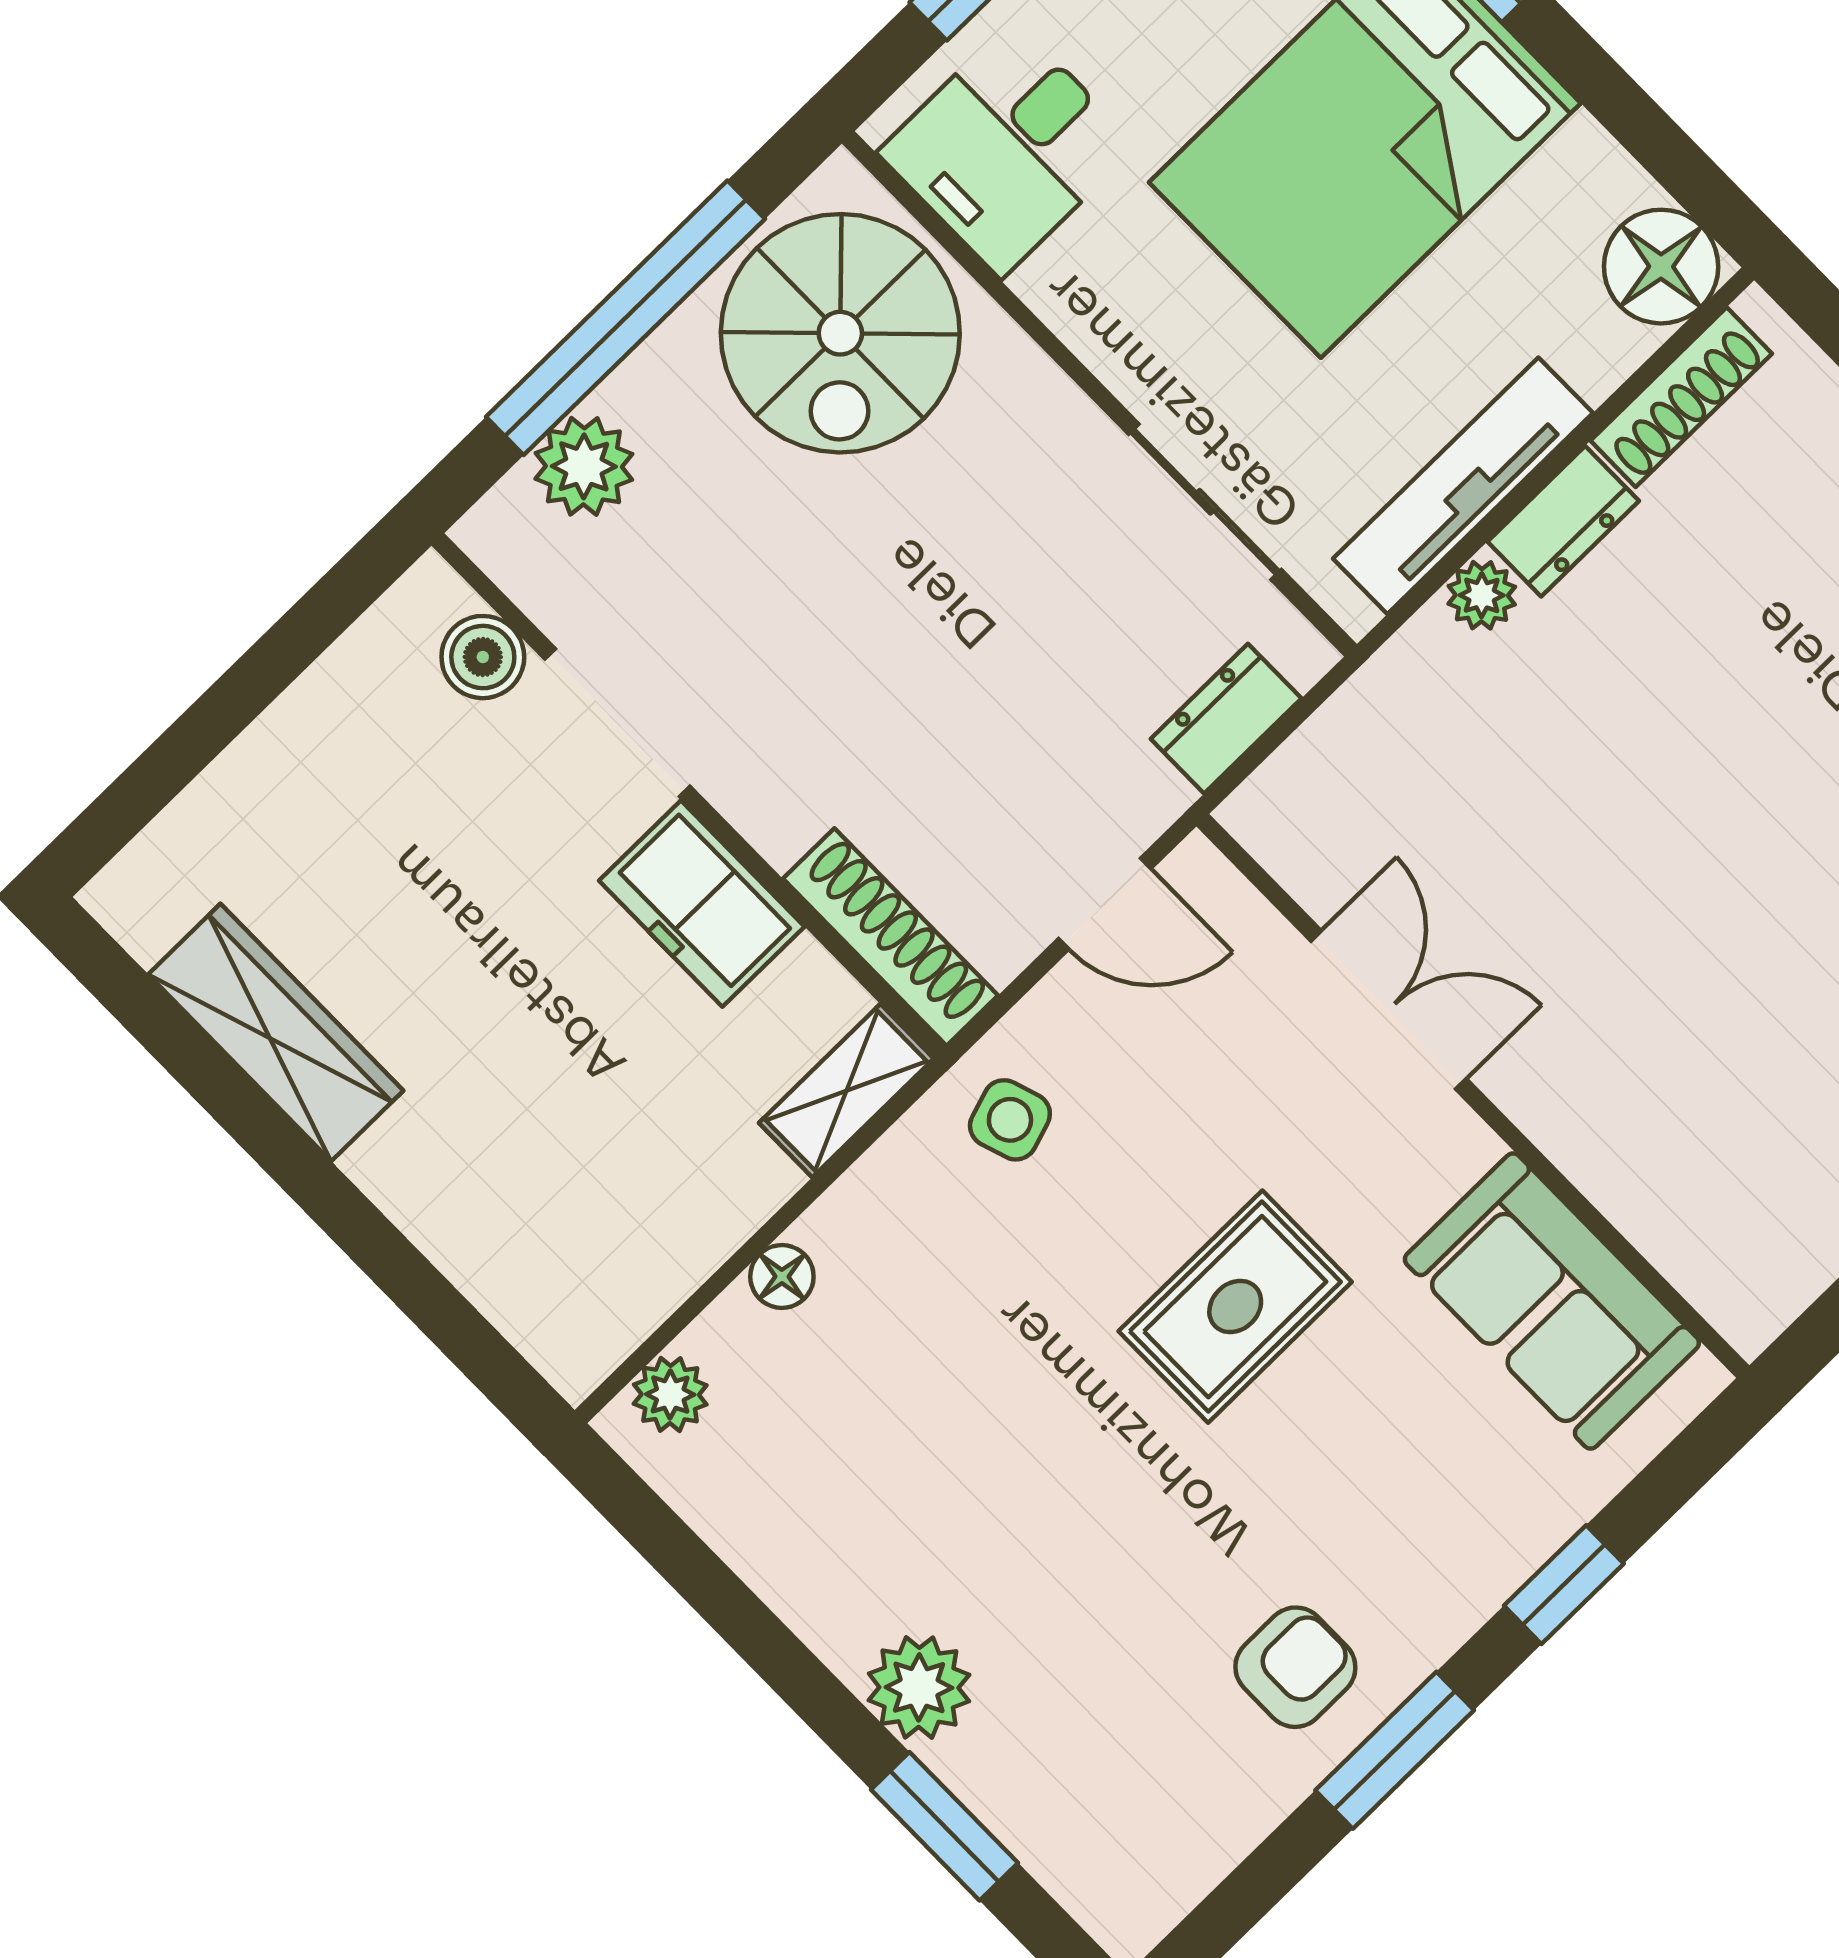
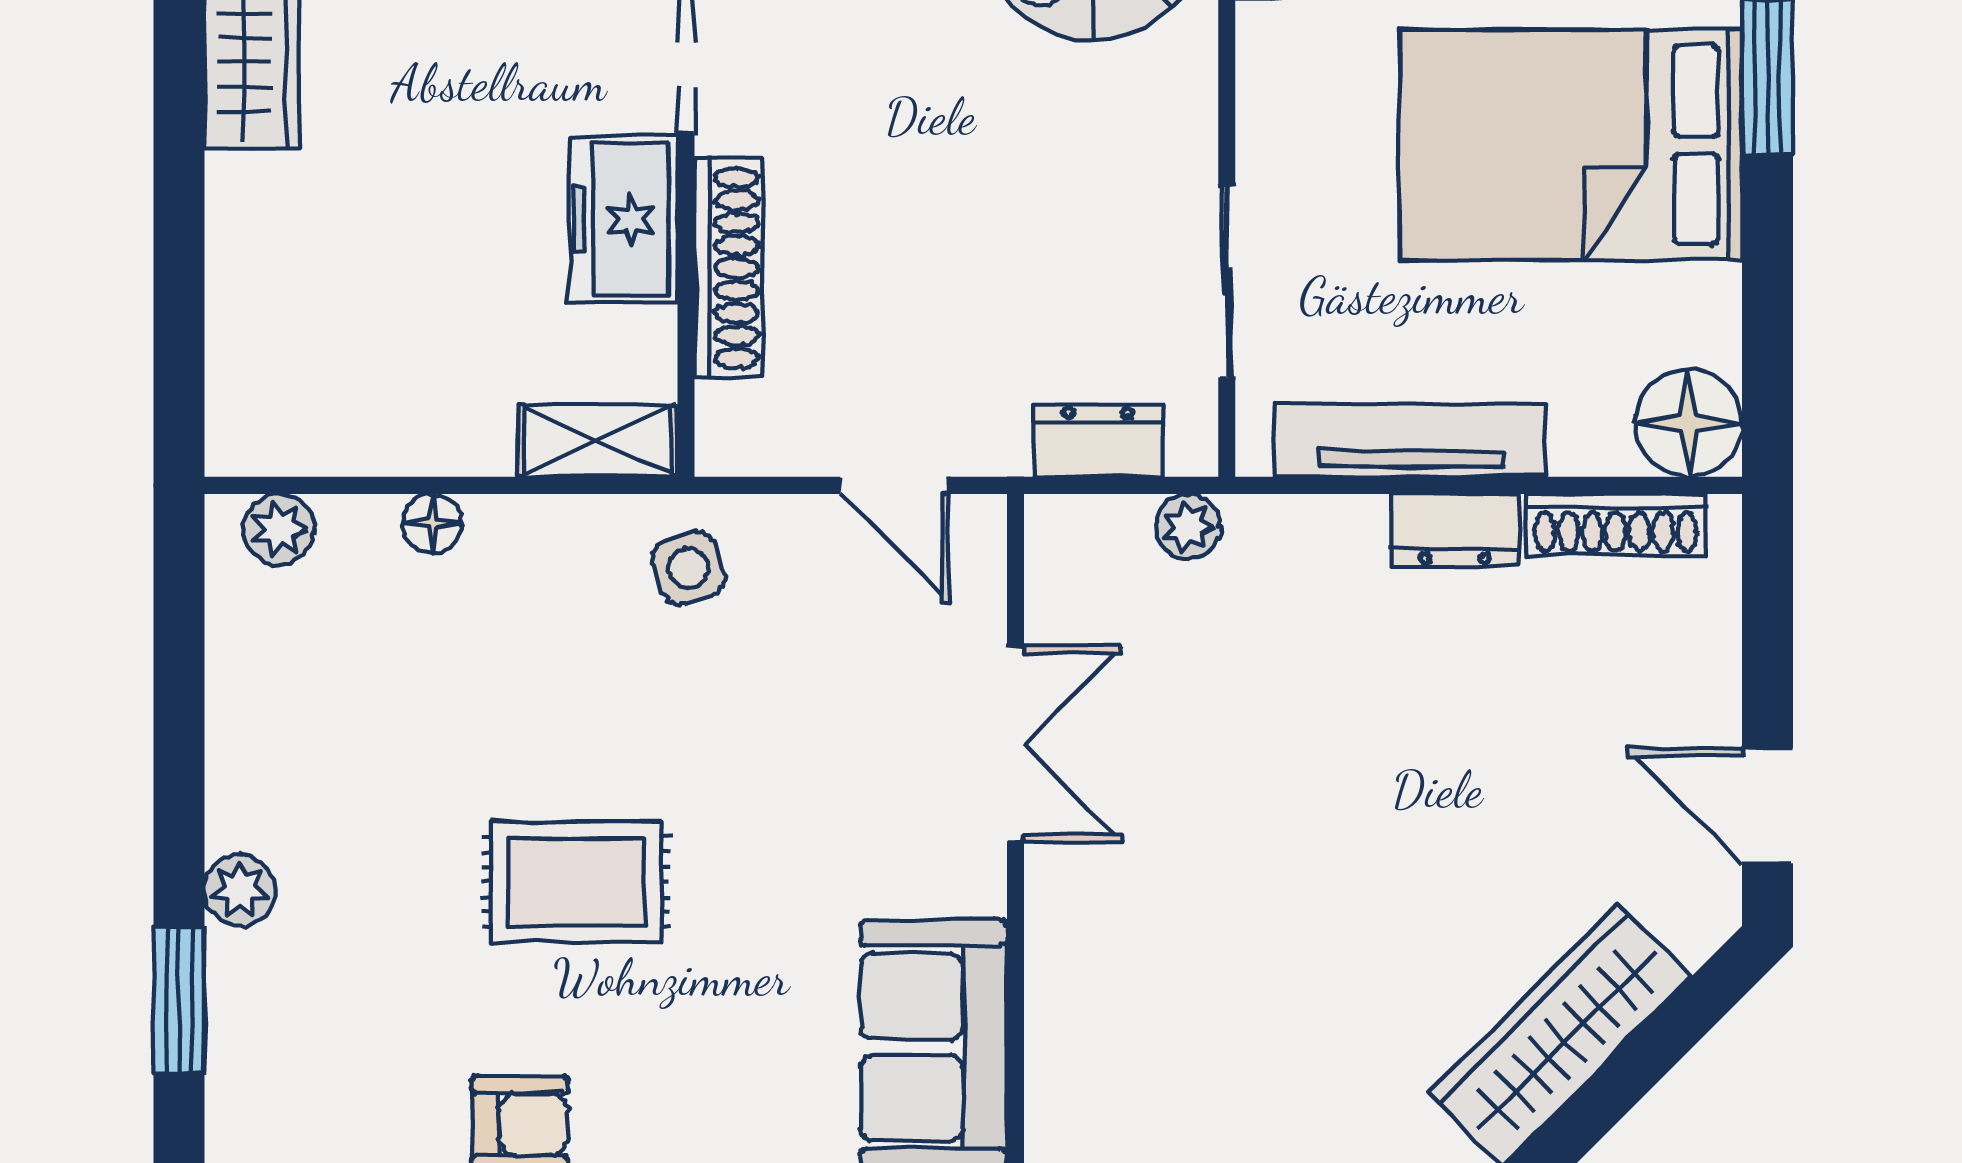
plant: (1482, 595) -> (1188, 526), moved
shoe rack: (891, 937) -> (728, 268), moved
rug: (1235, 1307) -> (576, 882), moved
plant: (919, 1687) -> (240, 890), width x0.73, depth x0.73

